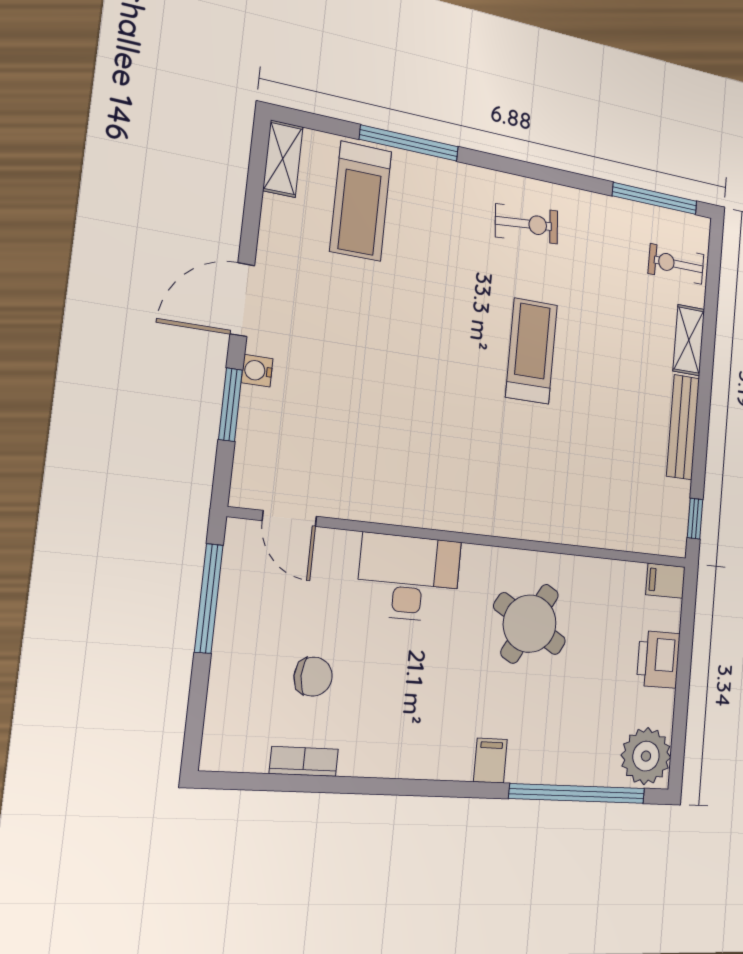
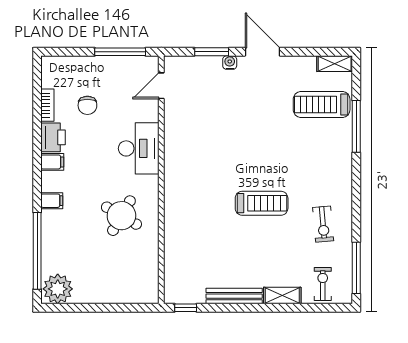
exercise bike: (527, 224) -> (323, 224), moved
filing cabinet: (665, 581) -> (52, 162), moved, turned 90
printer: (658, 659) -> (53, 137), moved, turned 90

